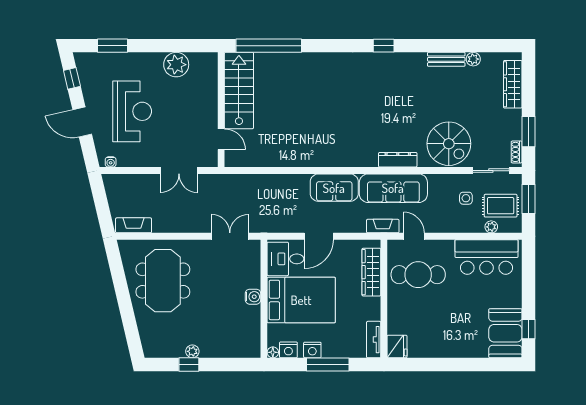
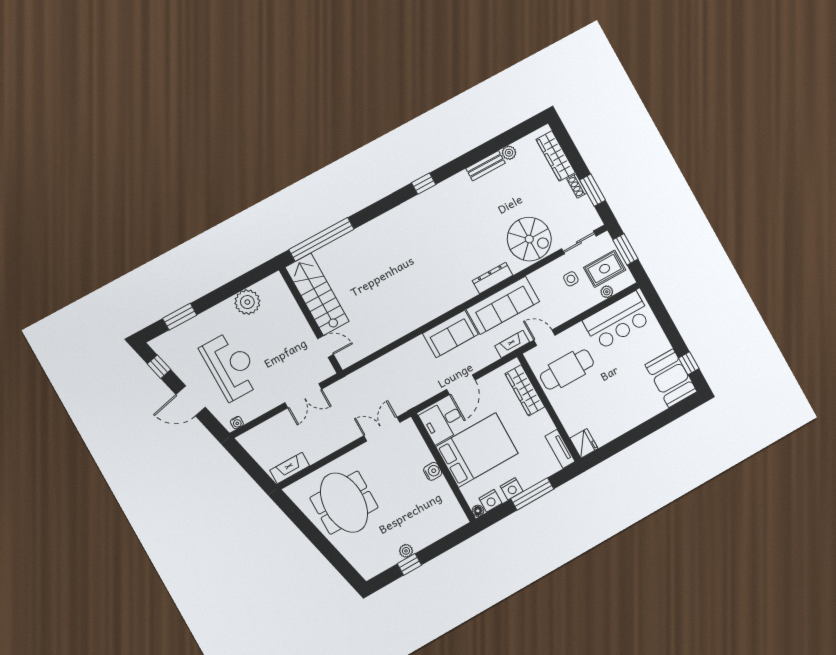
shoe rack: (517, 152) -> (577, 186), moved

